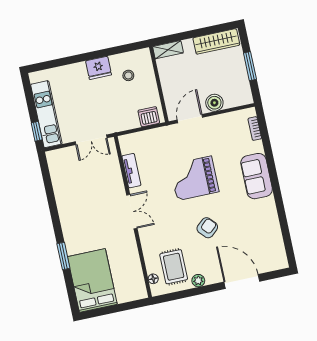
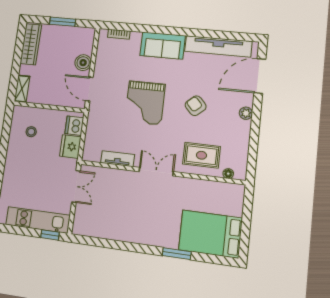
fridge: (99, 68) -> (70, 146), moved, turned 180
tv unit: (273, 230) -> (218, 46), added
rug: (174, 267) -> (201, 155), moved
plant: (198, 281) -> (246, 113), moved
door: (242, 282) -> (260, 76), moved

